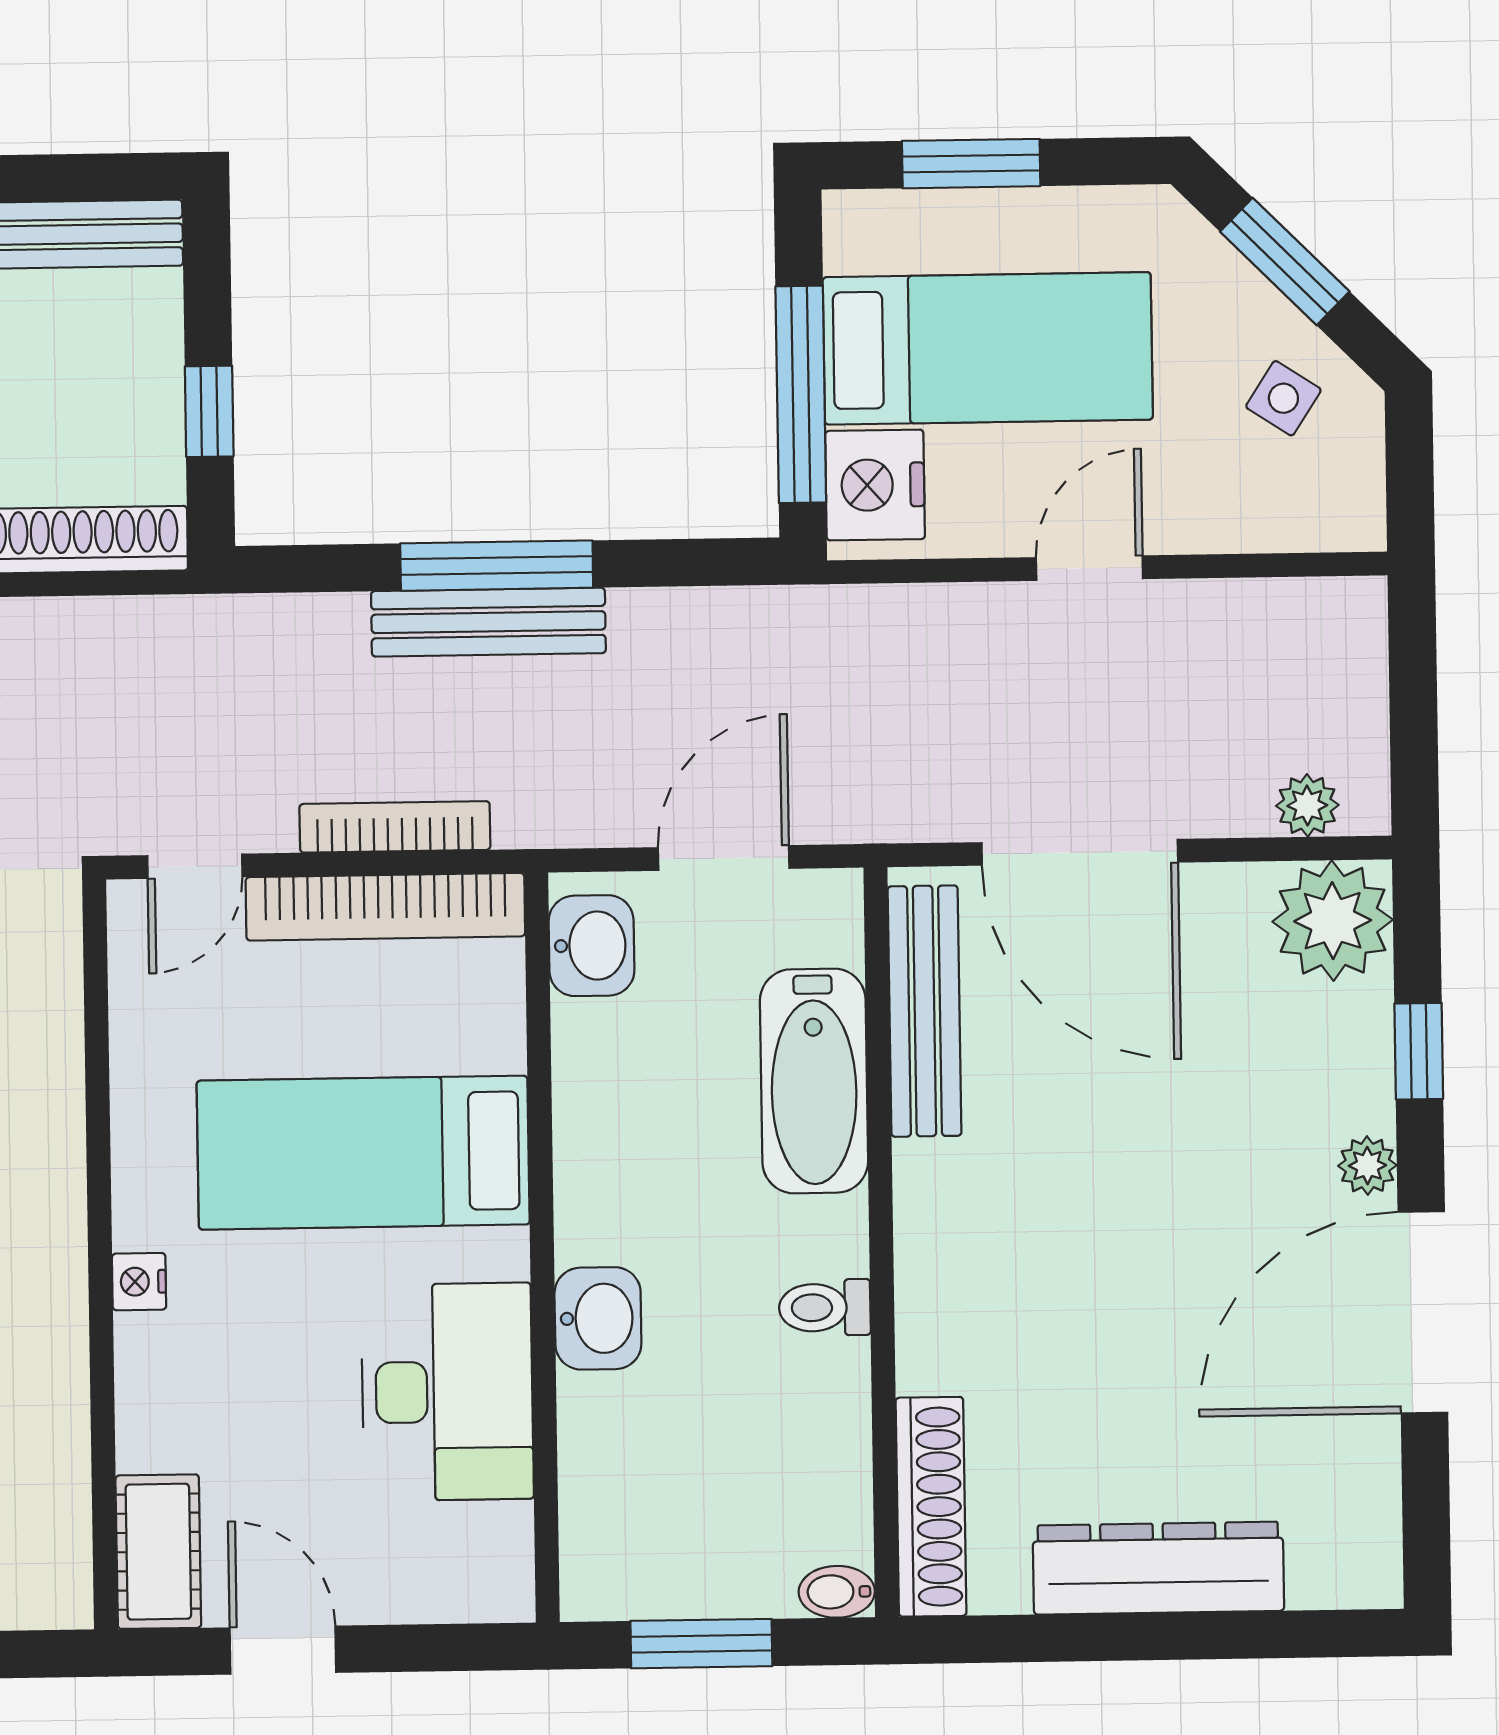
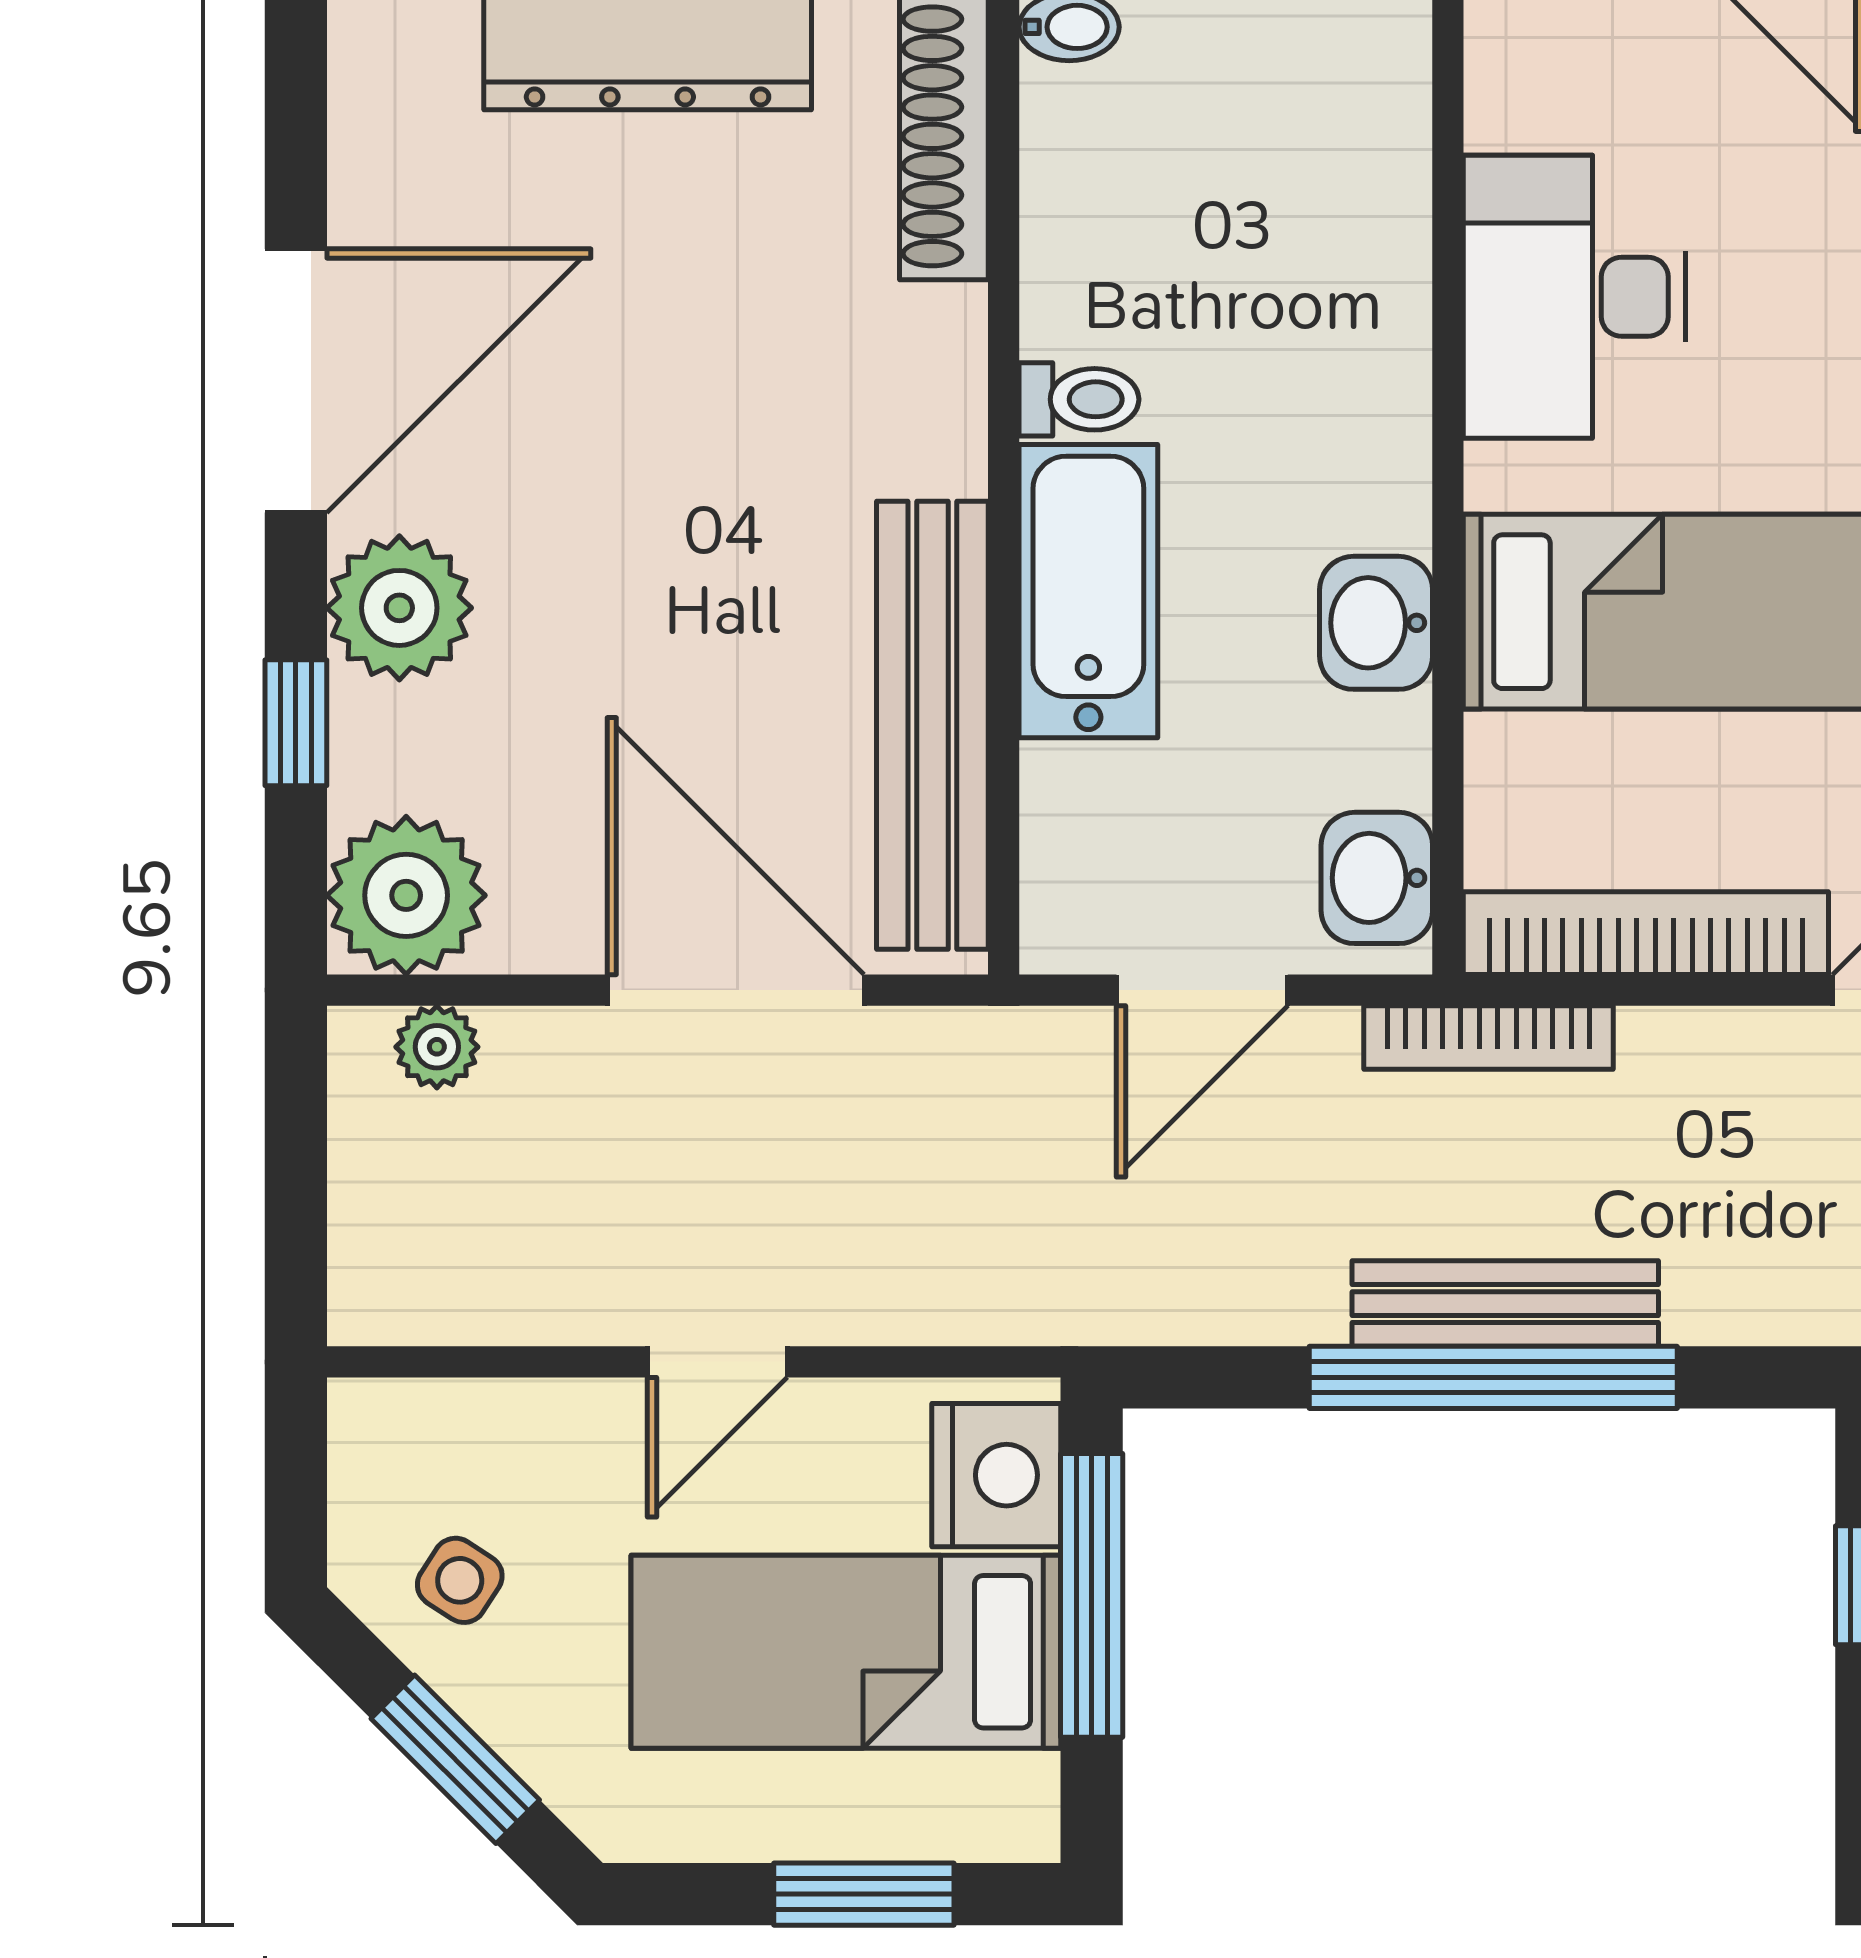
window: (497, 566) -> (1493, 1377), width x1.46
bookcase: (395, 827) -> (1489, 1037), moved
bench: (924, 1011) -> (932, 725), width x1.37, depth x1.21
bathtub: (814, 1081) -> (1088, 591), moved
plant: (1367, 1166) -> (399, 608), width x1.88, depth x1.88
washbasin: (598, 1318) -> (1376, 623), moved

